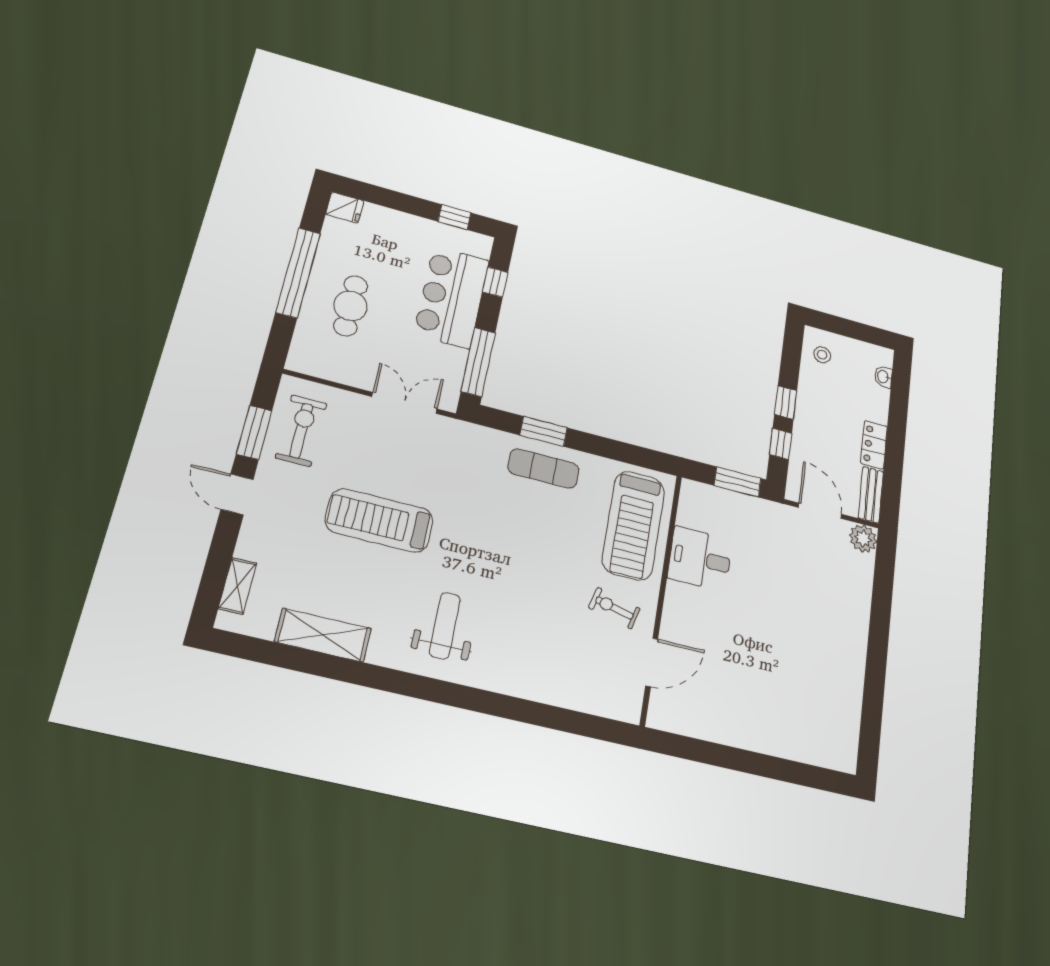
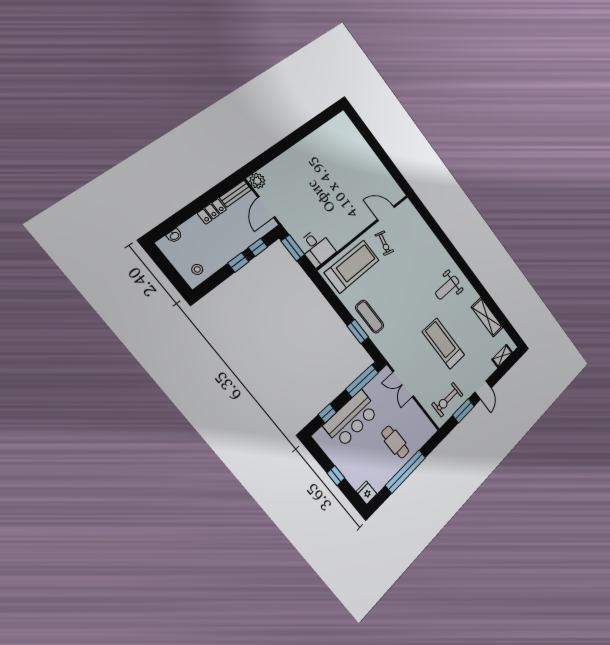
window: (455, 217) -> (336, 476), moved
cafe table: (351, 306) -> (395, 442), turned 90
treadmill: (379, 520) -> (443, 343), turned 180
desk: (700, 559) -> (317, 248), moved

